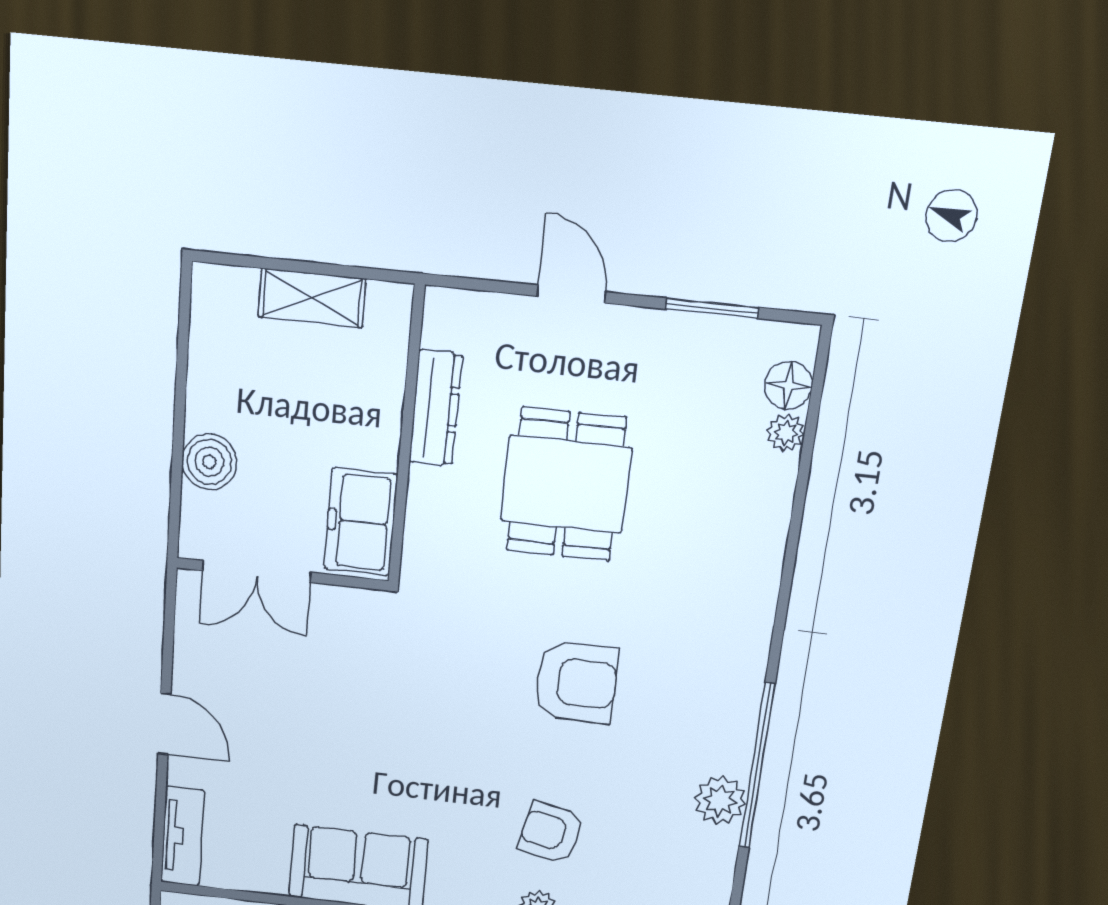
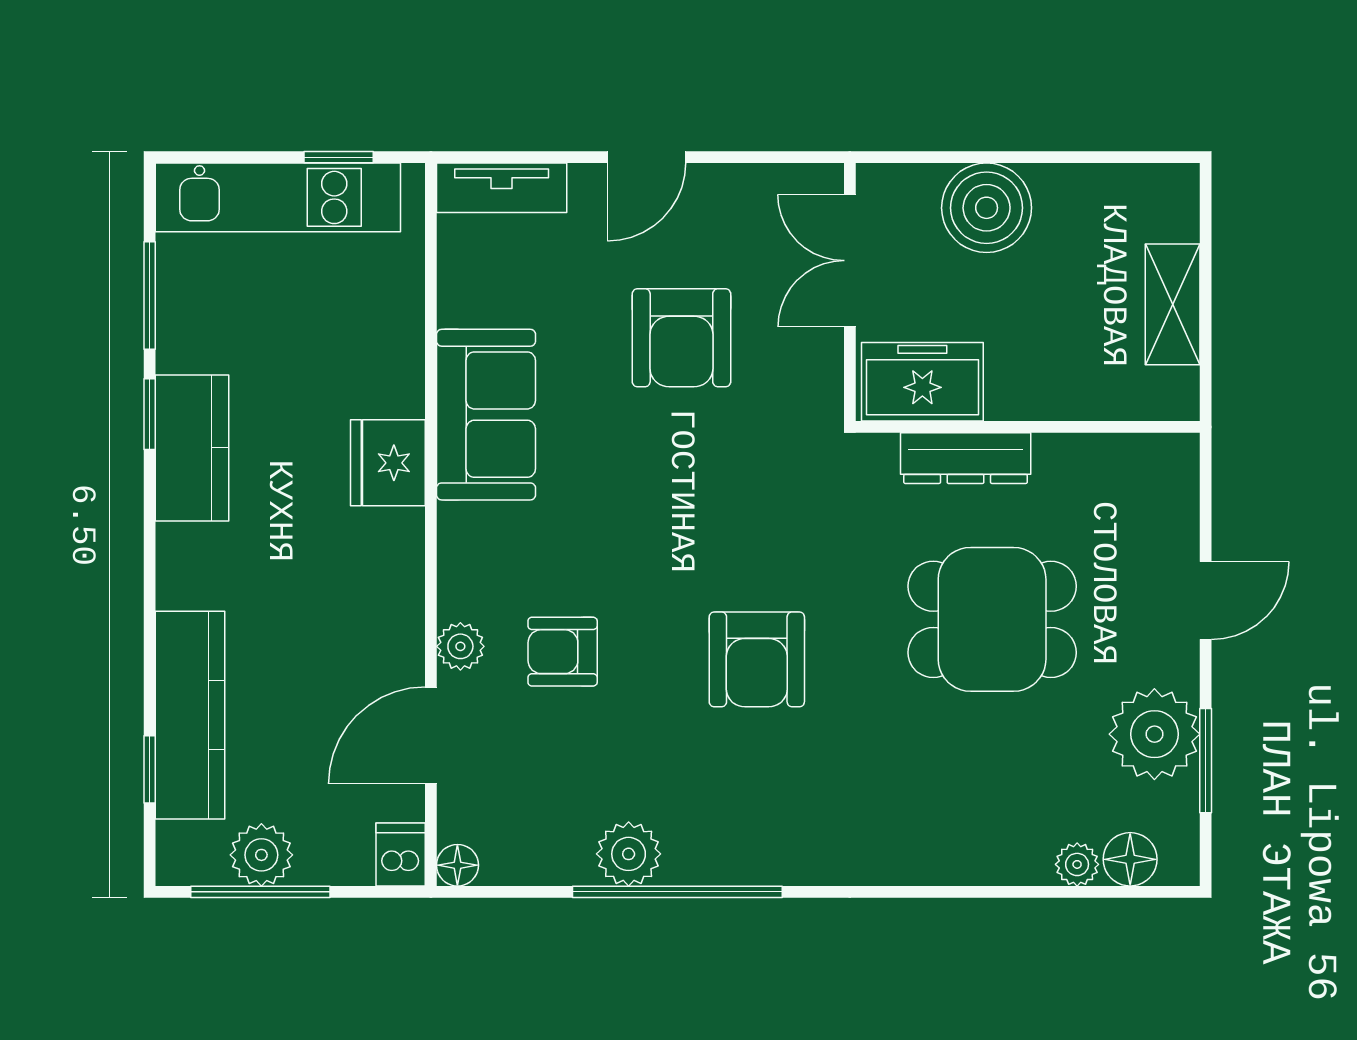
plant: (682, 352) -> (1154, 734), added
dresser: (436, 408) -> (966, 458), moved
boiler: (209, 462) -> (987, 208), width x1.37, depth x1.37
armchair: (310, 713) -> (681, 338), added
armchair: (551, 832) -> (563, 652), turned -102

